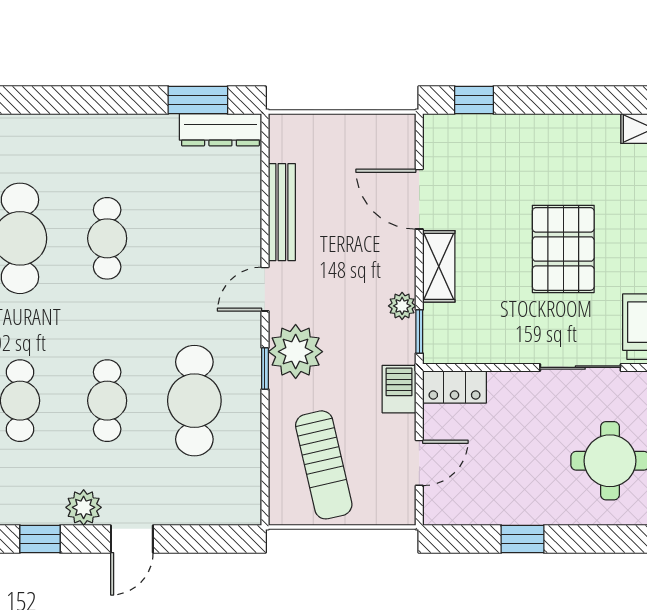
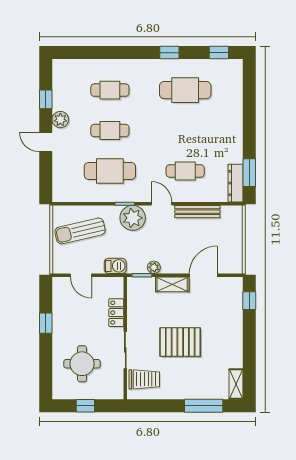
cafe table: (107, 238) -> (185, 171), moved
locker: (454, 387) -> (116, 313), moved

